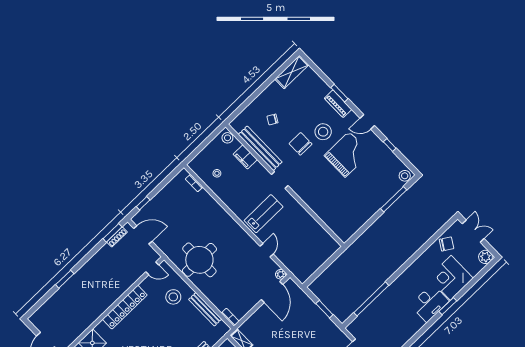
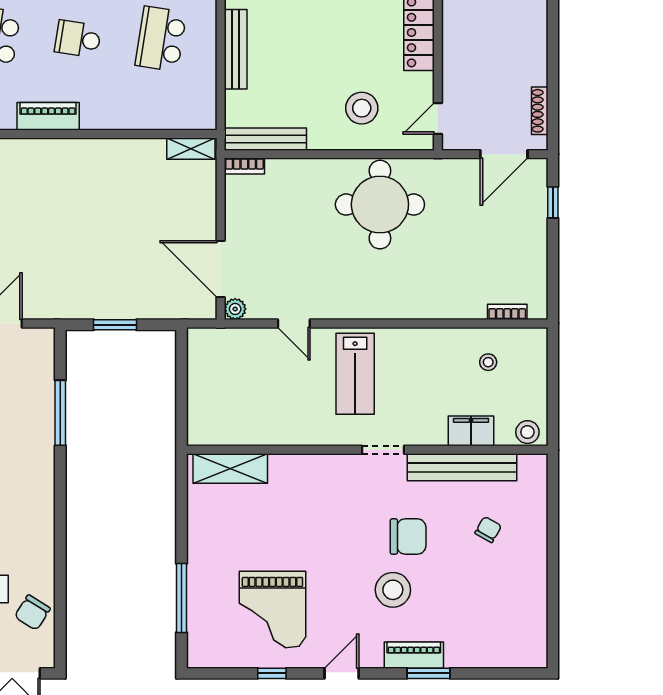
shelving: (292, 72) -> (230, 468), moved, turned 90
grand piano: (347, 154) -> (272, 610), moved
stool: (405, 176) -> (201, 650), removed
window: (113, 233) -> (553, 110), removed
window: (371, 299) -> (60, 413), width x0.68
bench: (205, 309) -> (266, 139), moved

